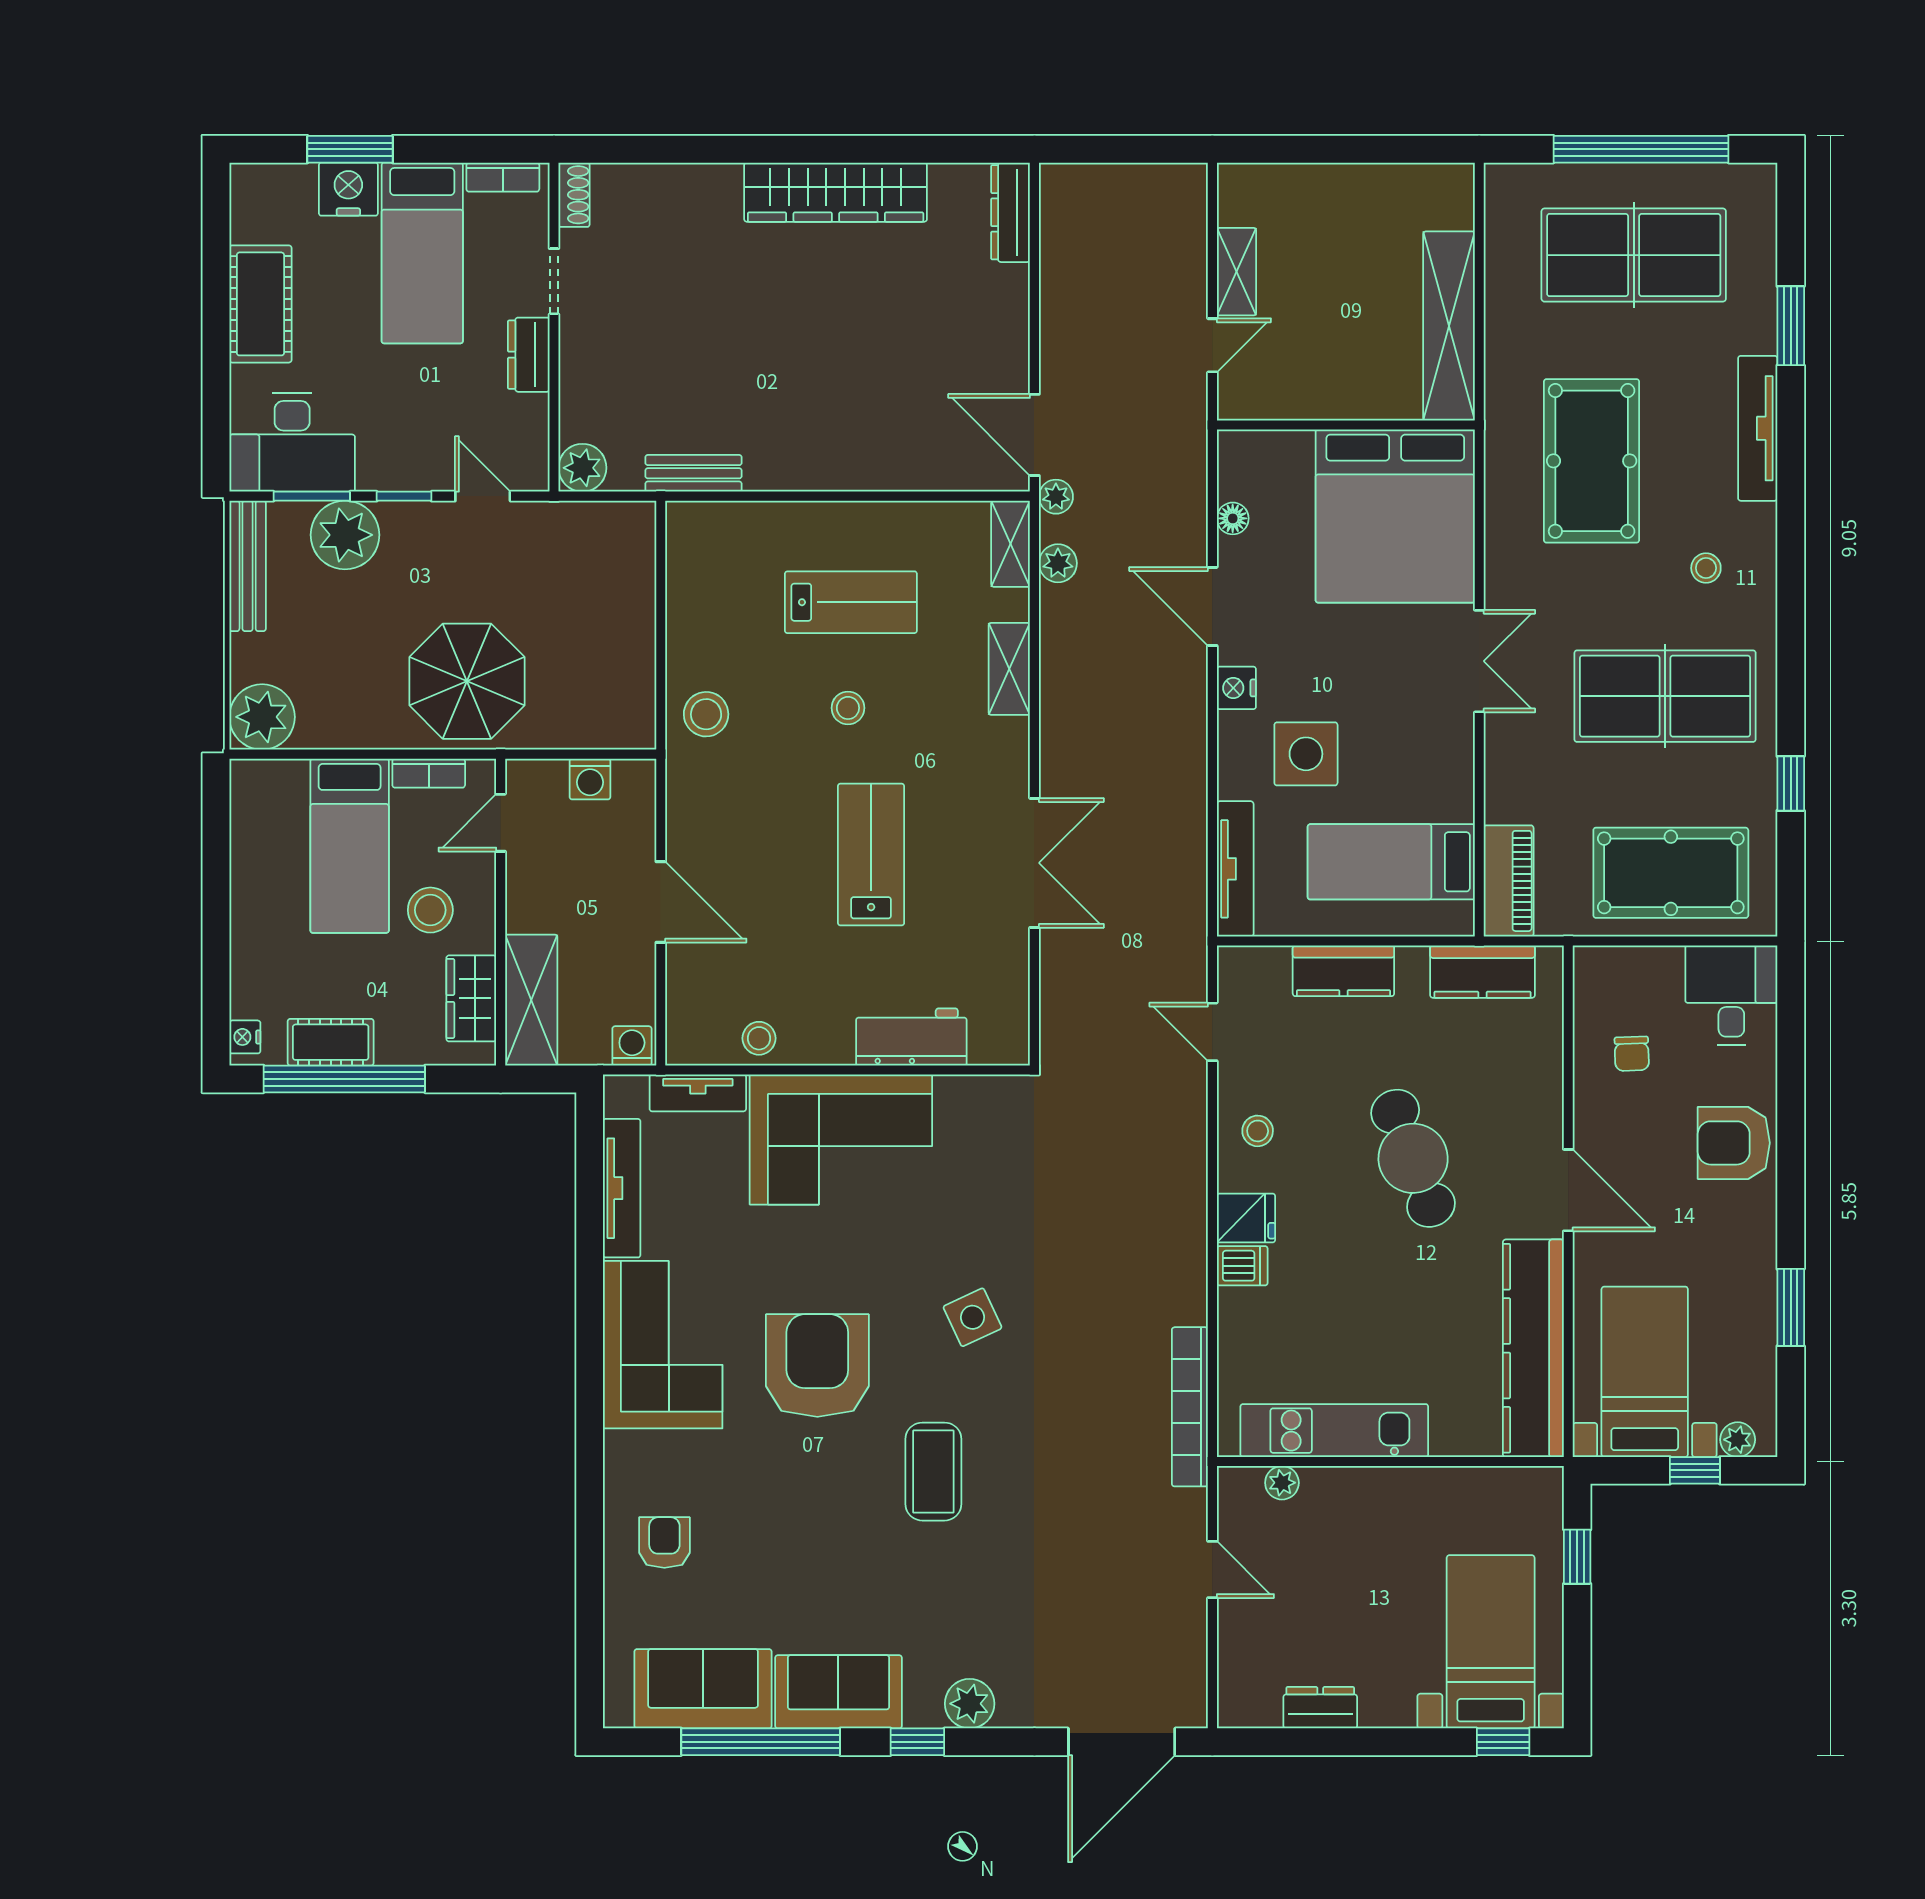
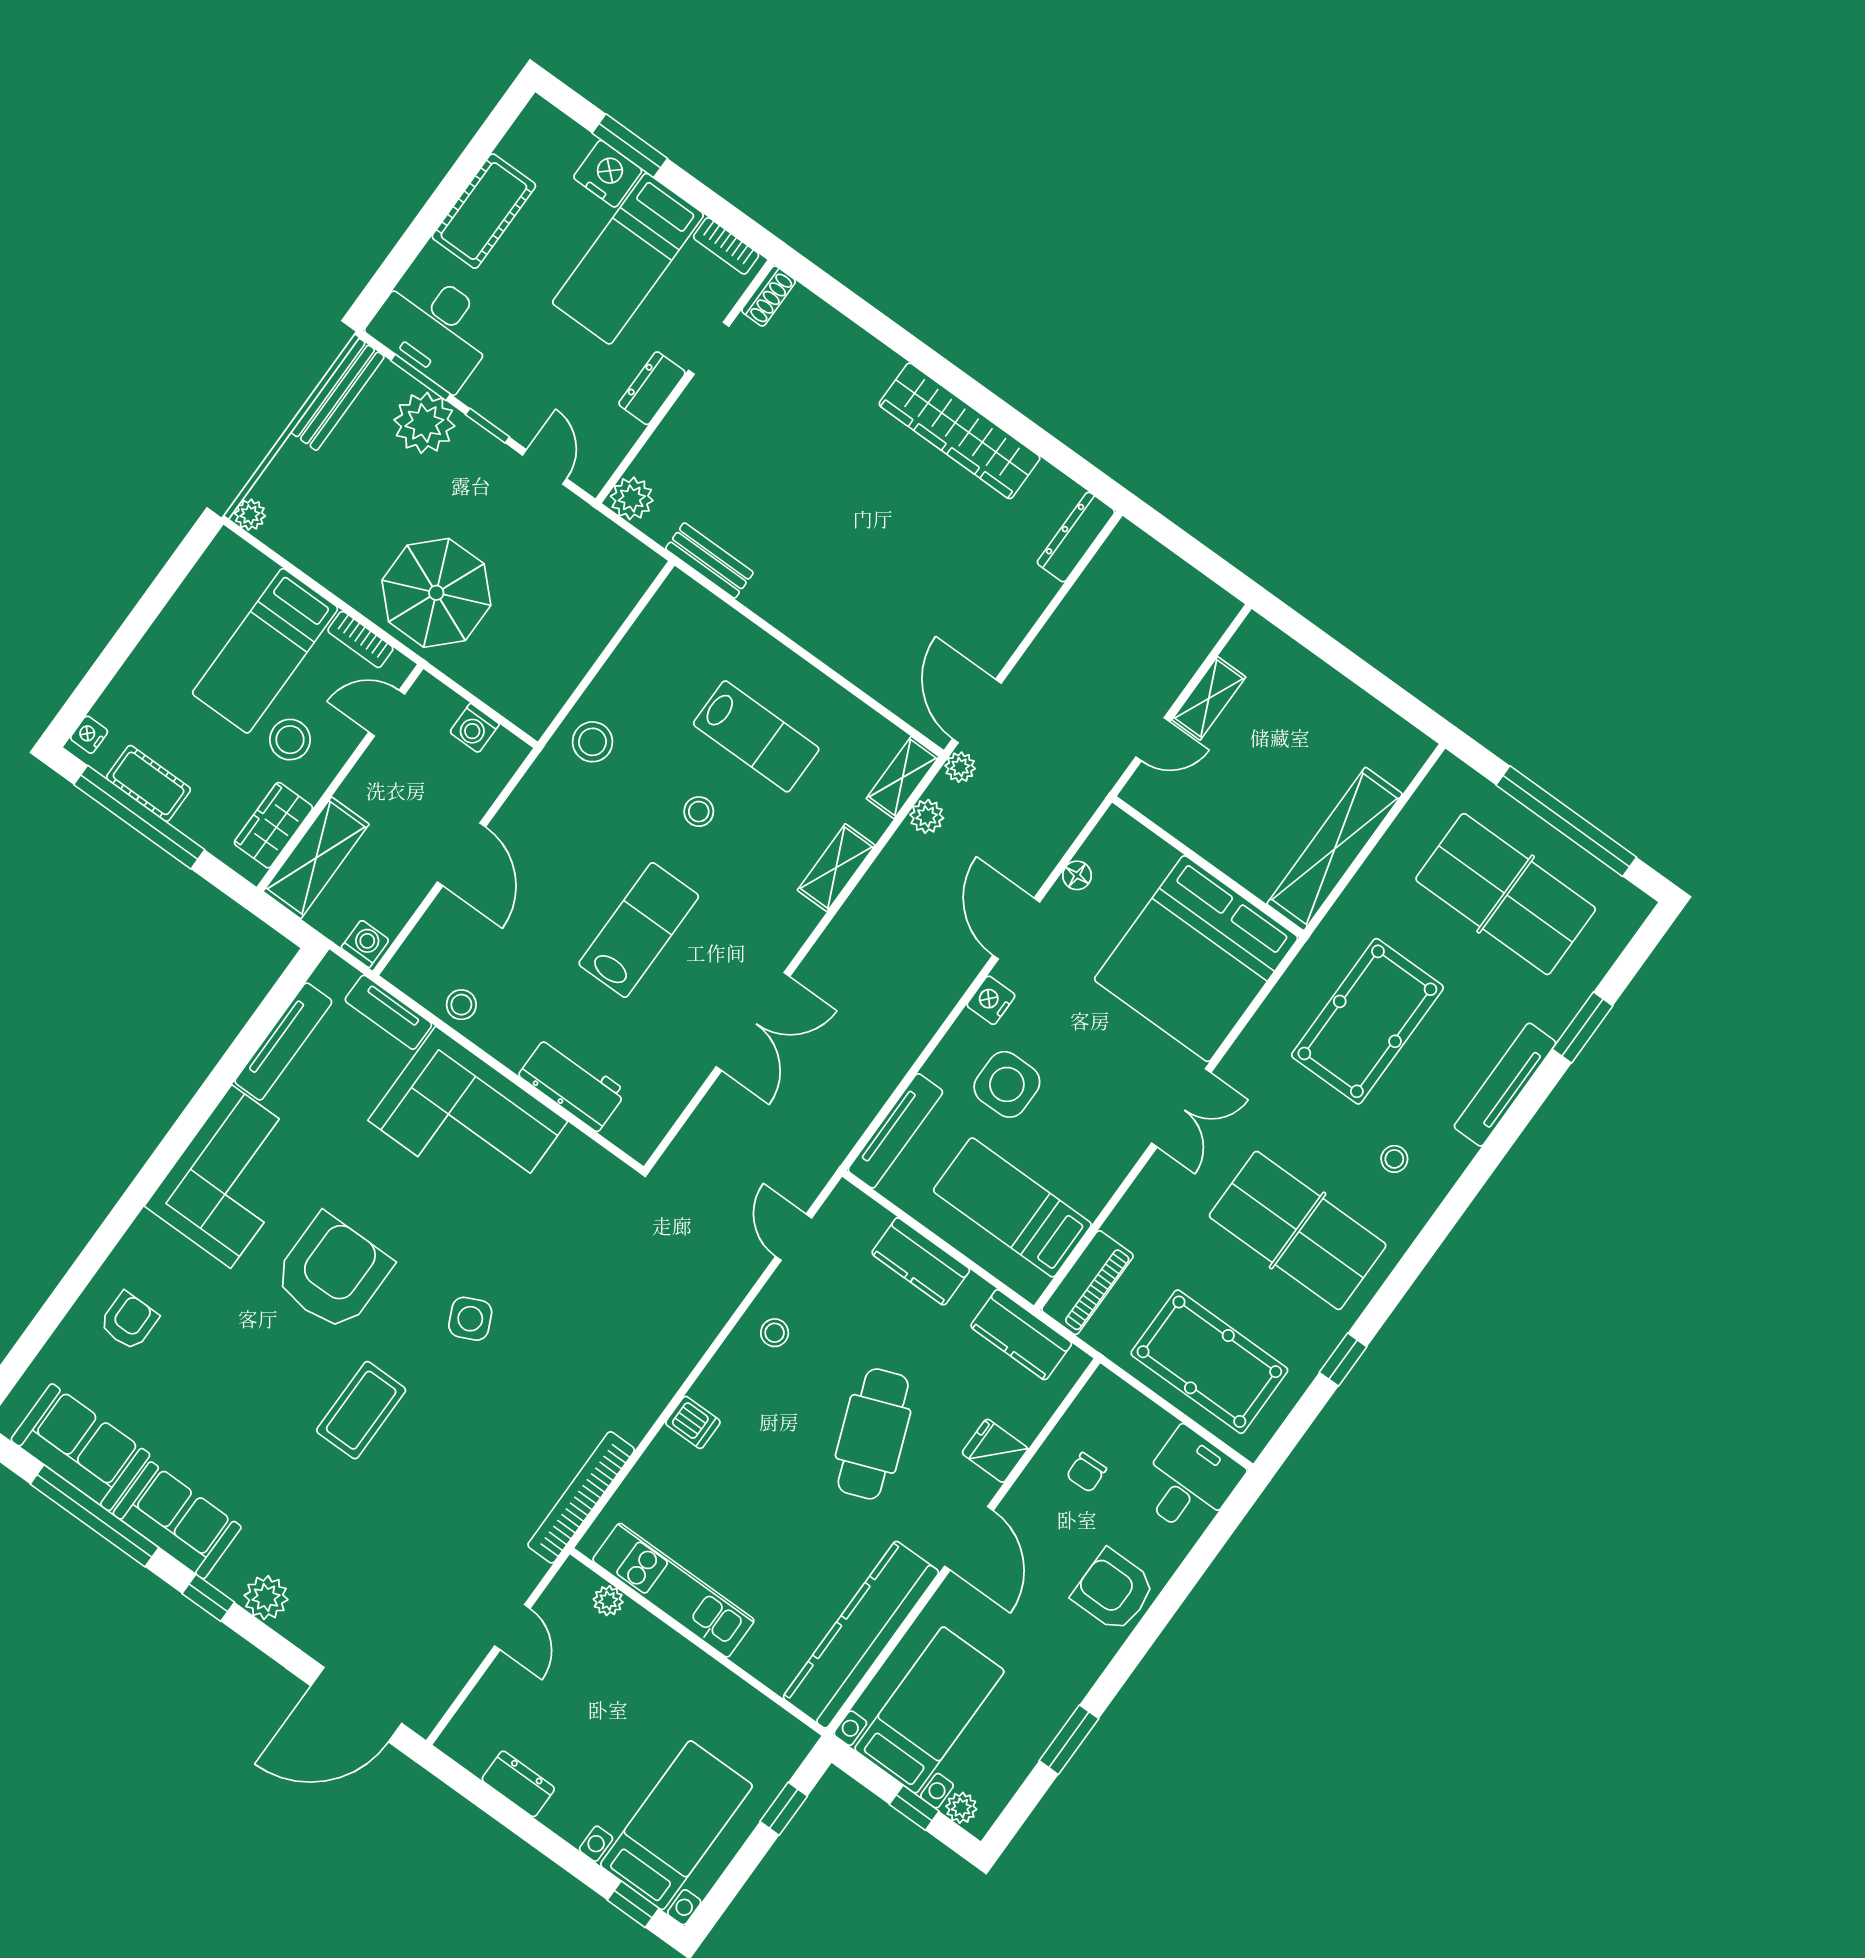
plant: (262, 717) -> (250, 515), width x0.53, depth x0.53
fridge: (1246, 1218) -> (995, 1451), moved, turned 180

